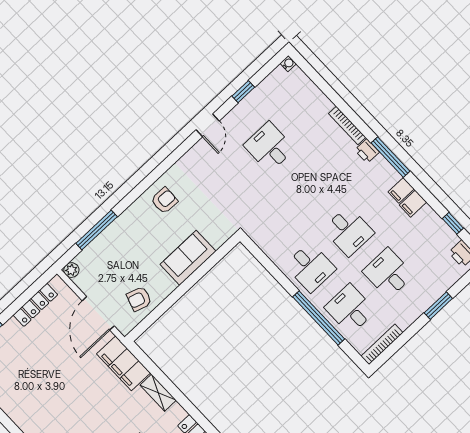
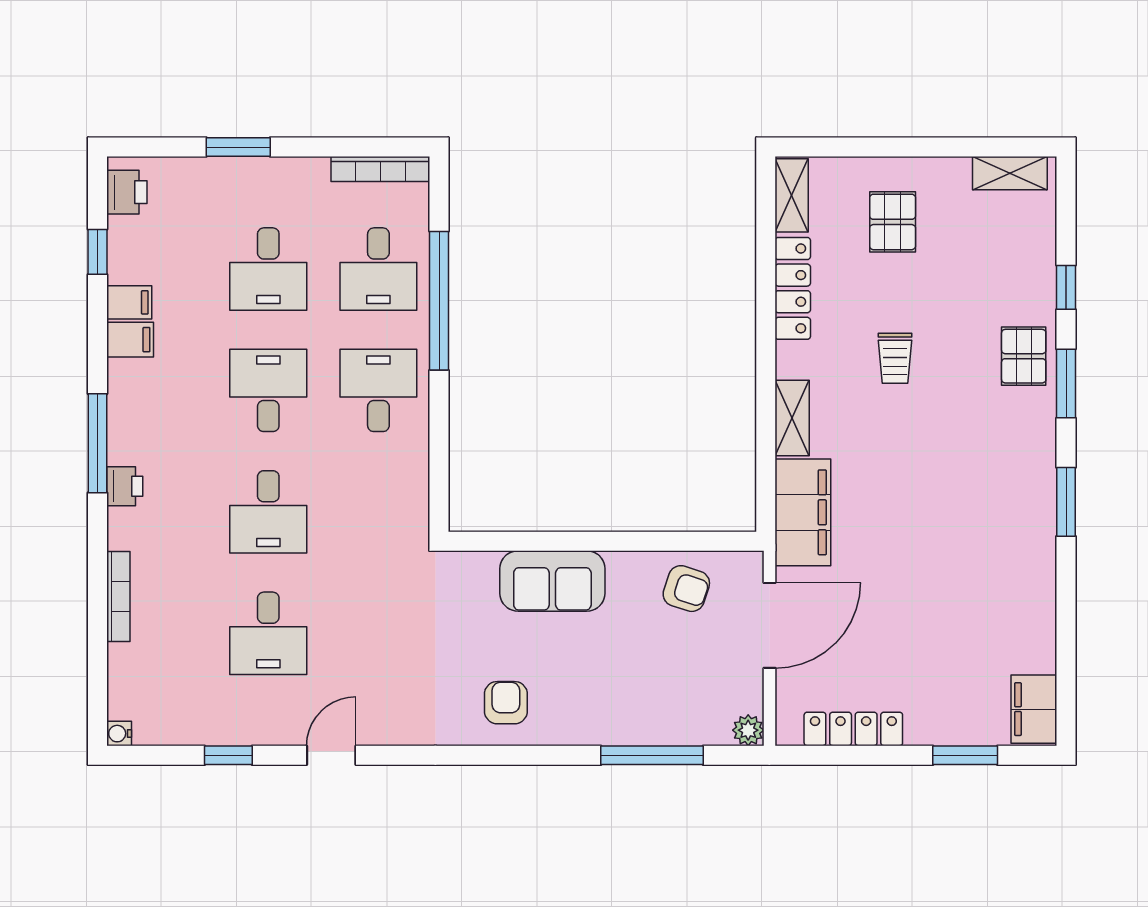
bookcase: (347, 126) -> (118, 597), moved
desk: (309, 189) -> (268, 512), added
filing cabinet: (401, 190) -> (129, 302), moved
armchair: (164, 201) -> (506, 703), turned 88

